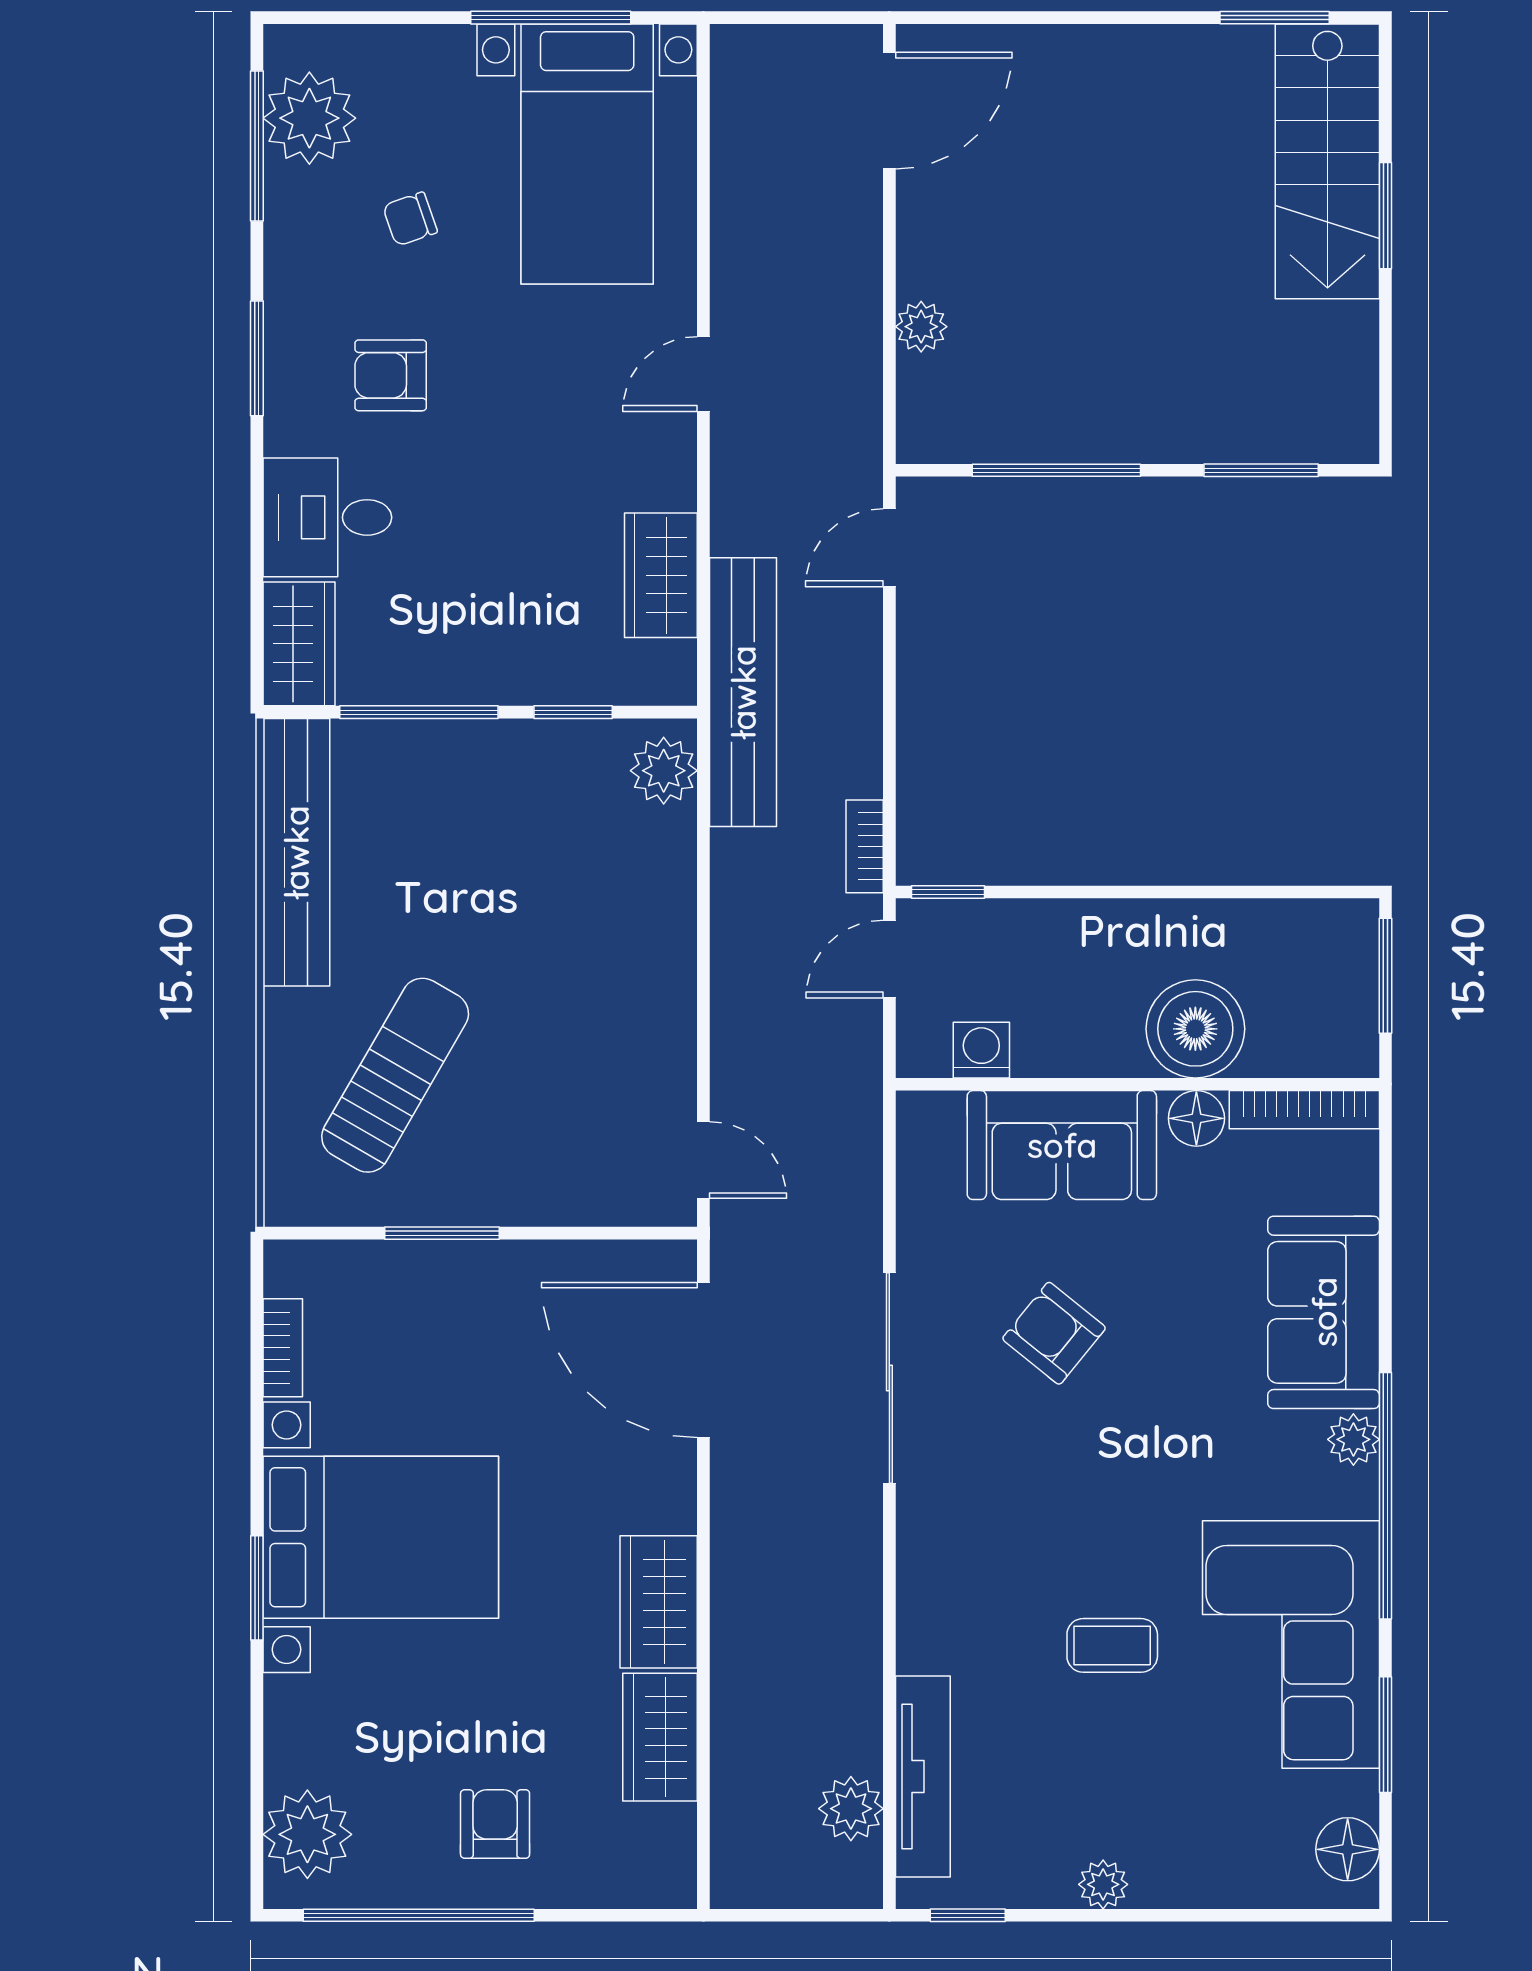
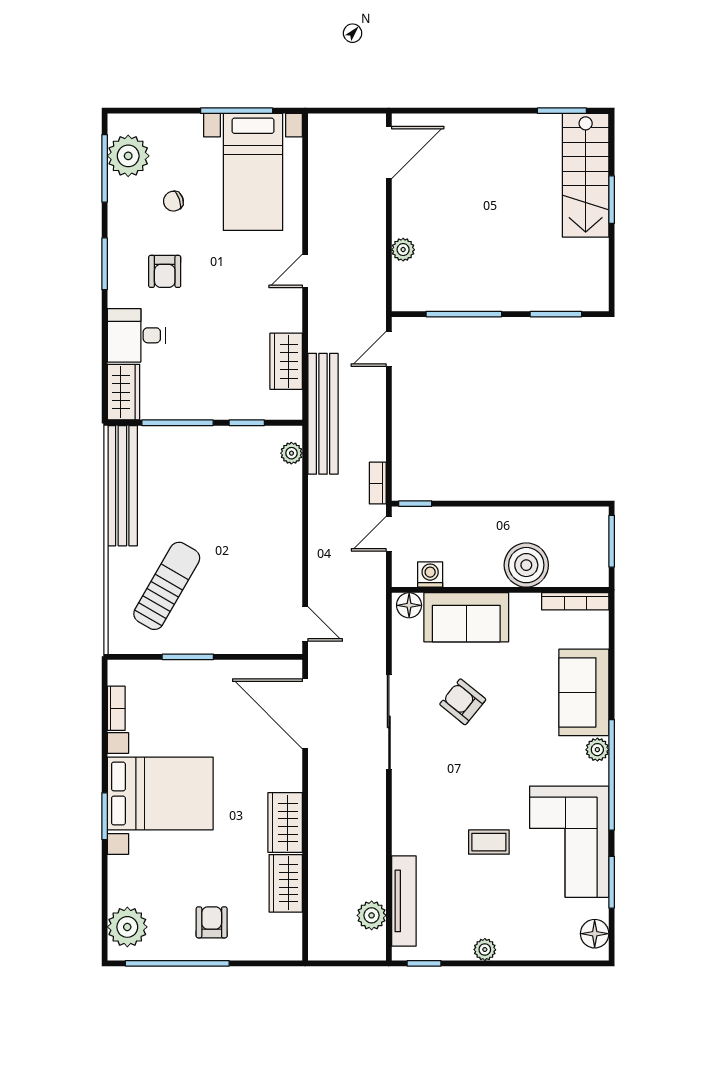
armchair: (391, 375) -> (165, 271), turned -90
plant: (664, 771) -> (291, 453), width x0.73, depth x0.73
floor lamp: (1196, 1118) -> (409, 605), moved

